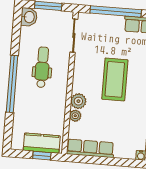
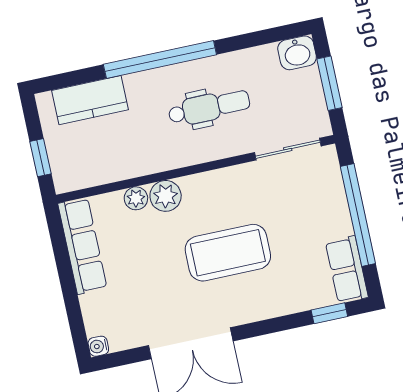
kitchen counter: (42, 143) -> (90, 100), moved, turned 90

